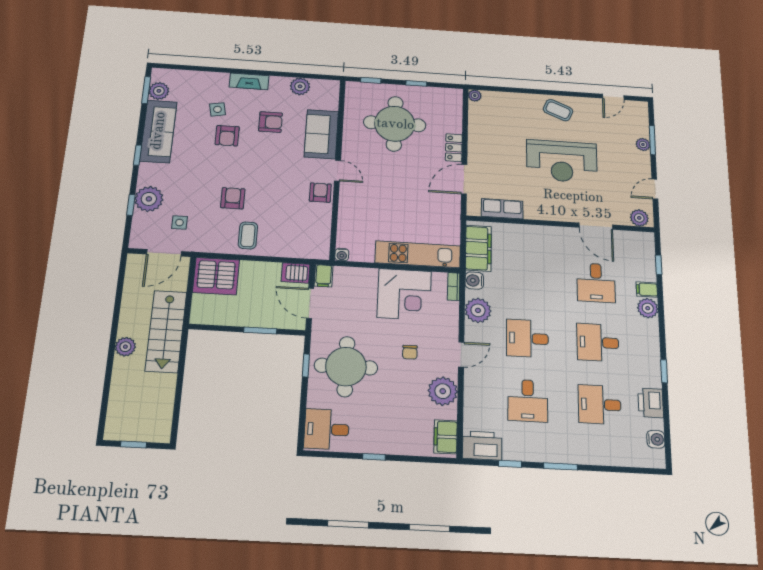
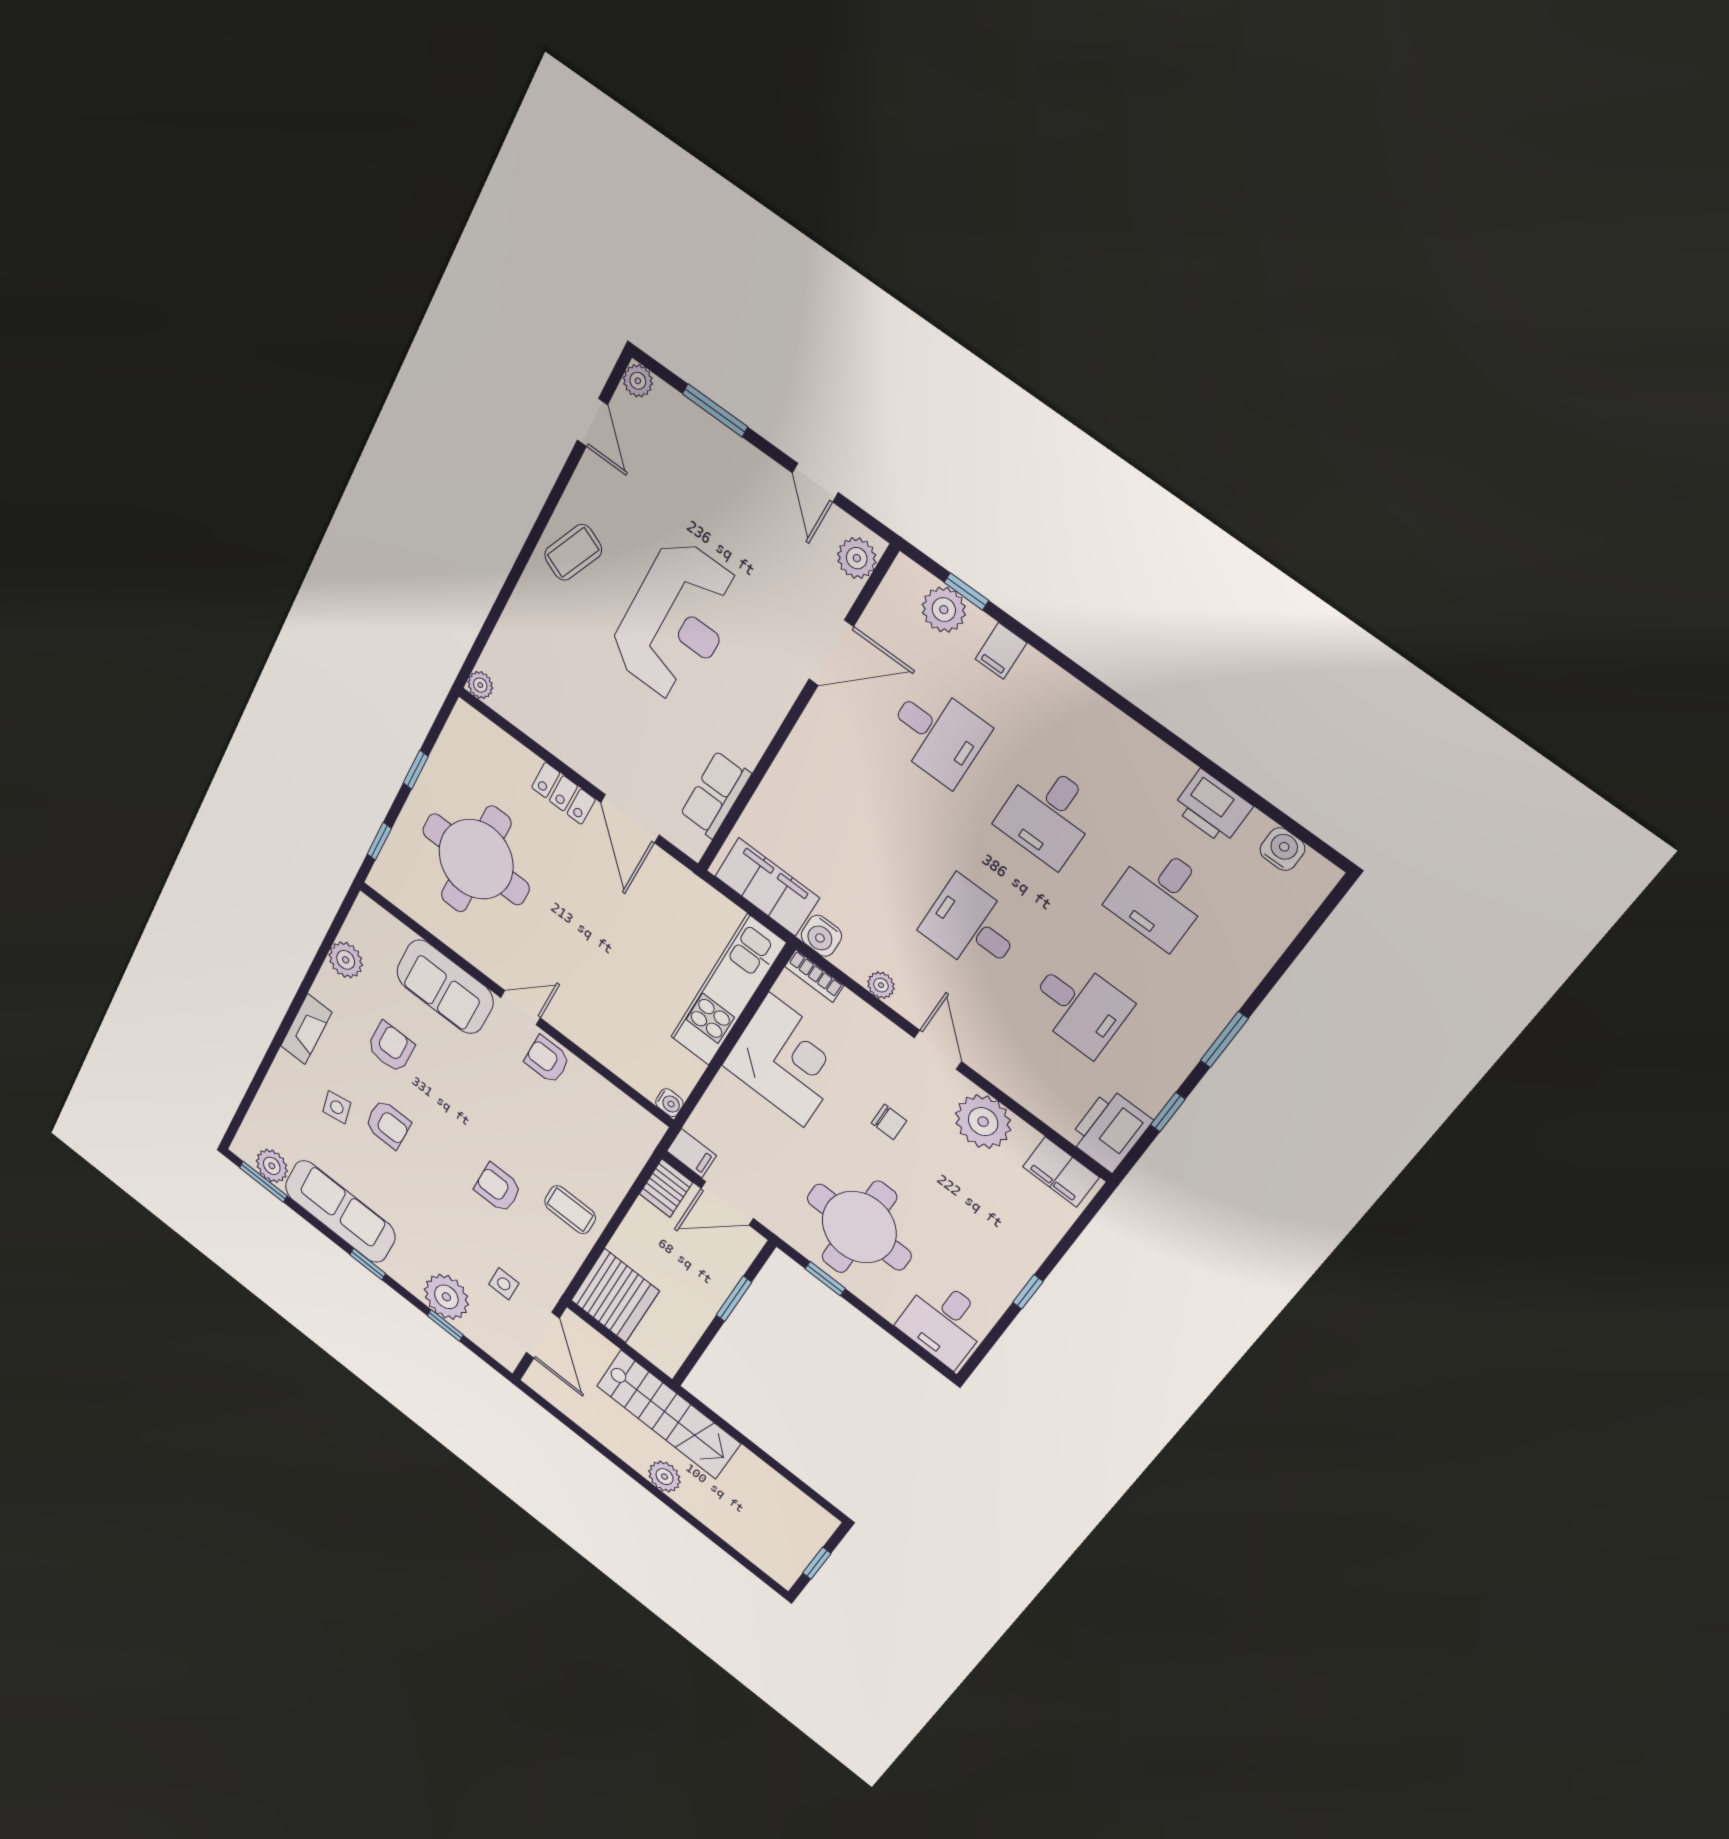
plant: (643, 144) -> (638, 381), moved
plant: (648, 308) -> (944, 610), moved
plant: (478, 310) -> (881, 985), width x0.53, depth x0.53
desk: (527, 338) -> (971, 926), turned 90
window: (664, 371) -> (1170, 739), removed

